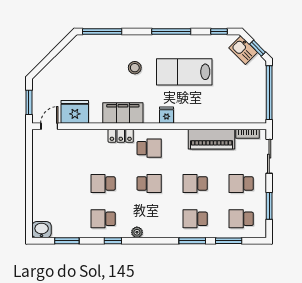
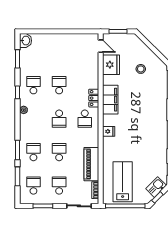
stool: (135, 68) -> (141, 69), moved
lab bench: (184, 72) -> (123, 182), moved

